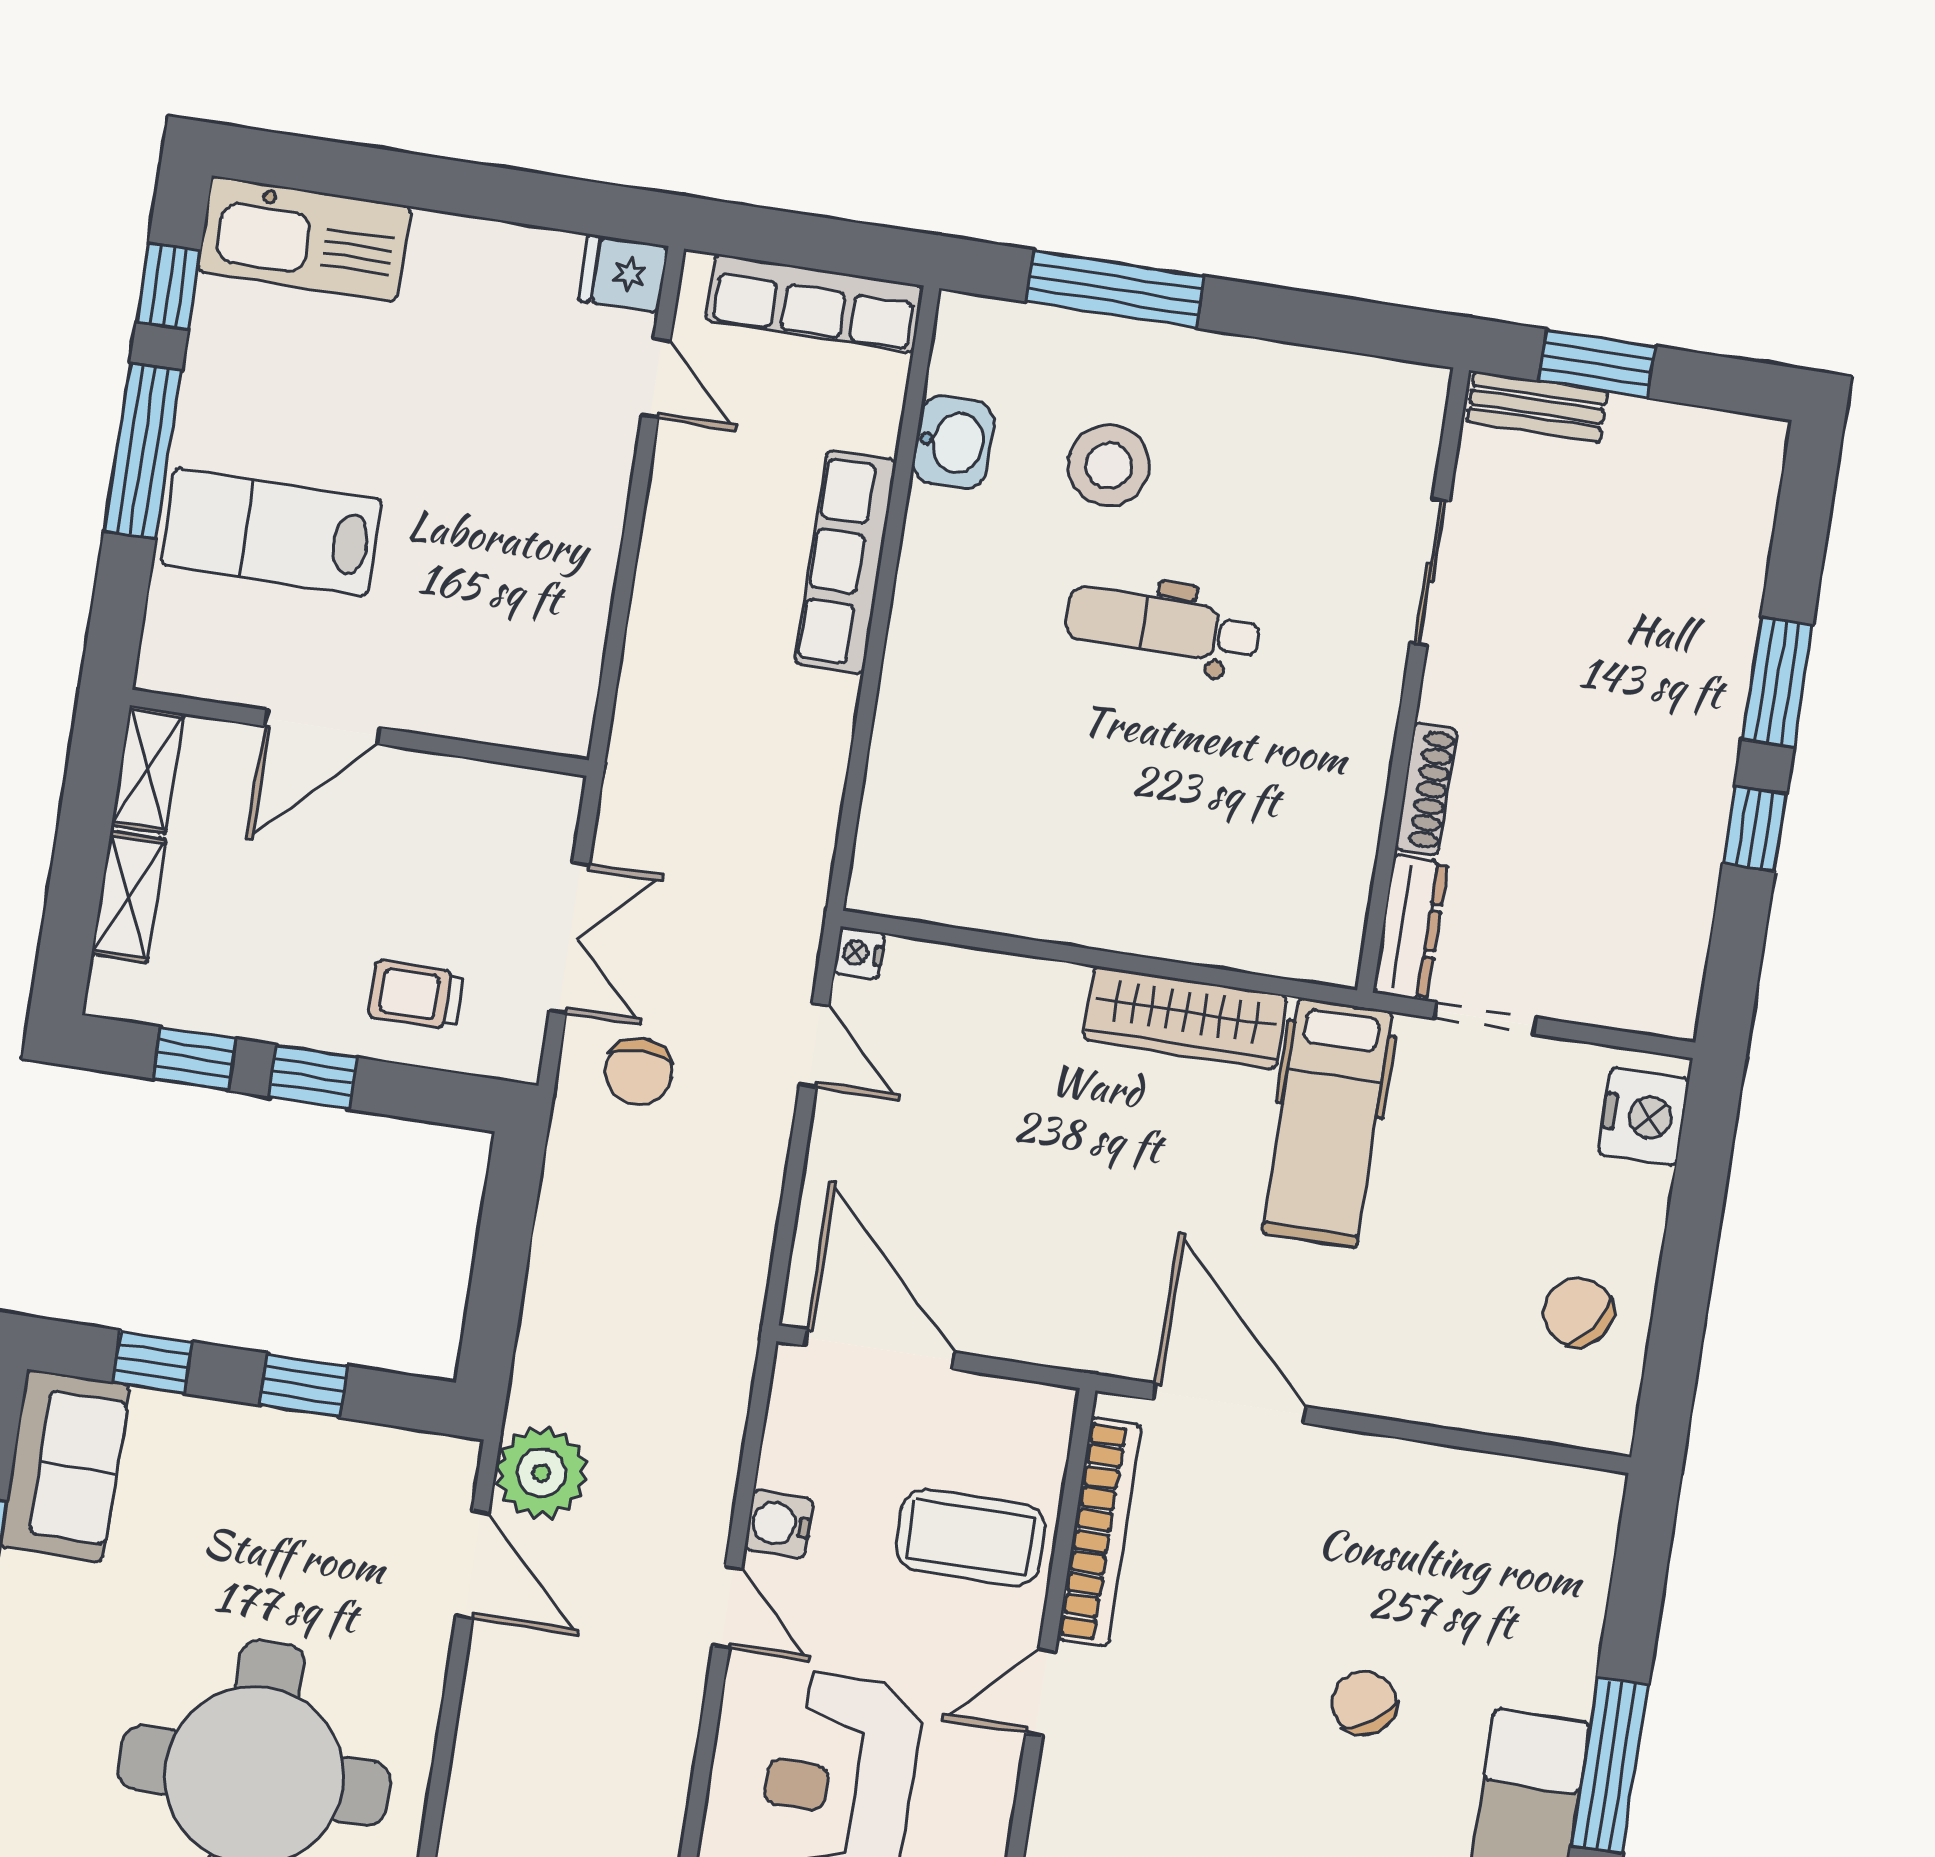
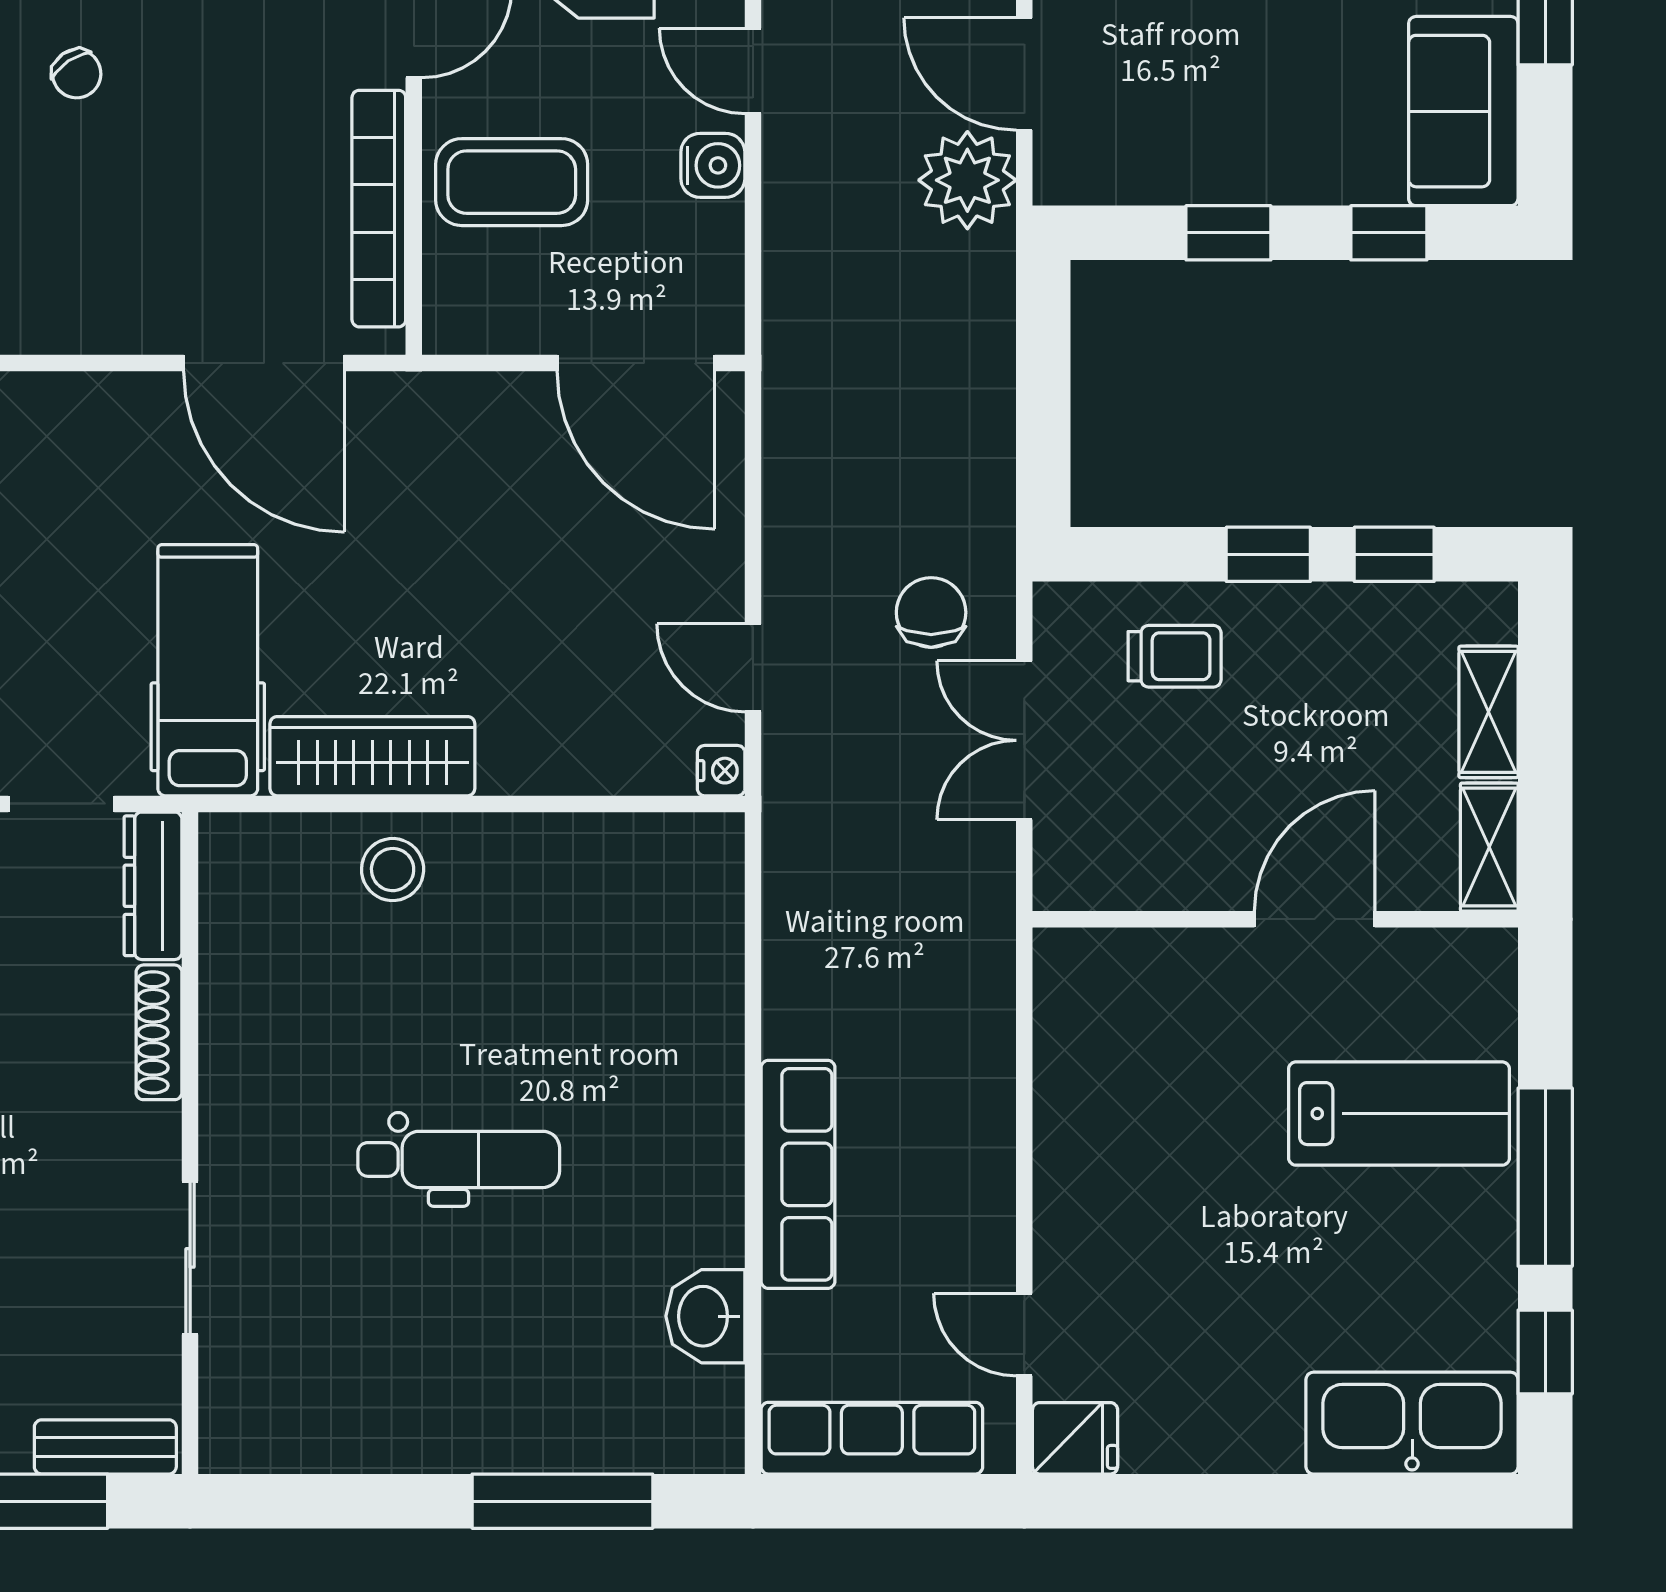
stool: (1109, 465) -> (393, 870), moved, width x0.73, depth x0.73
chair: (1364, 1703) -> (77, 74), width x0.73, depth x0.73

